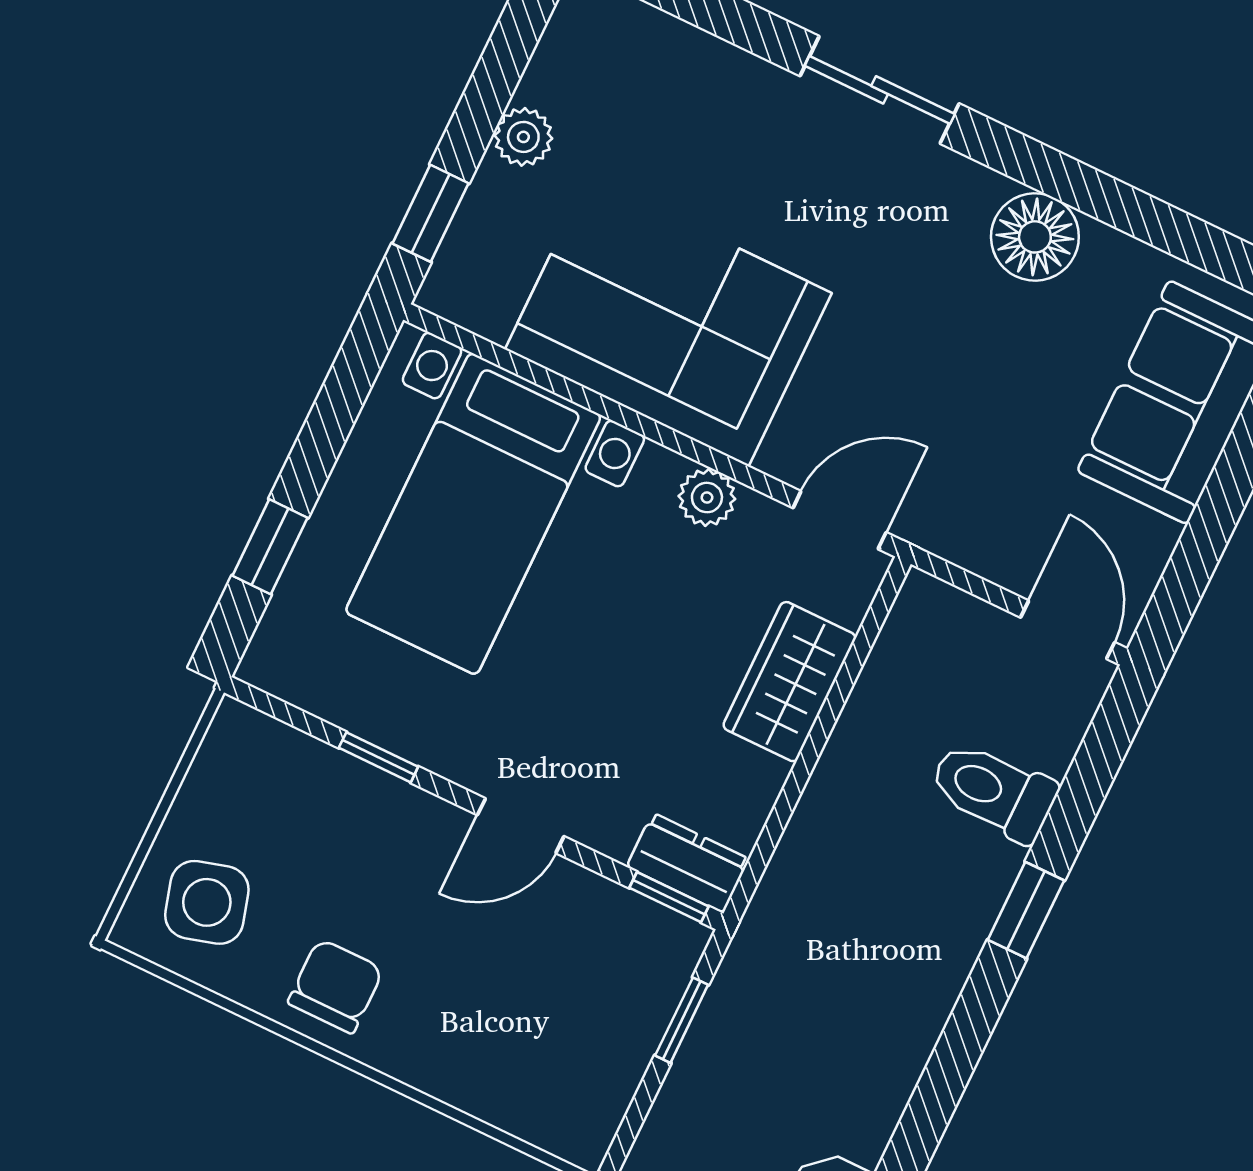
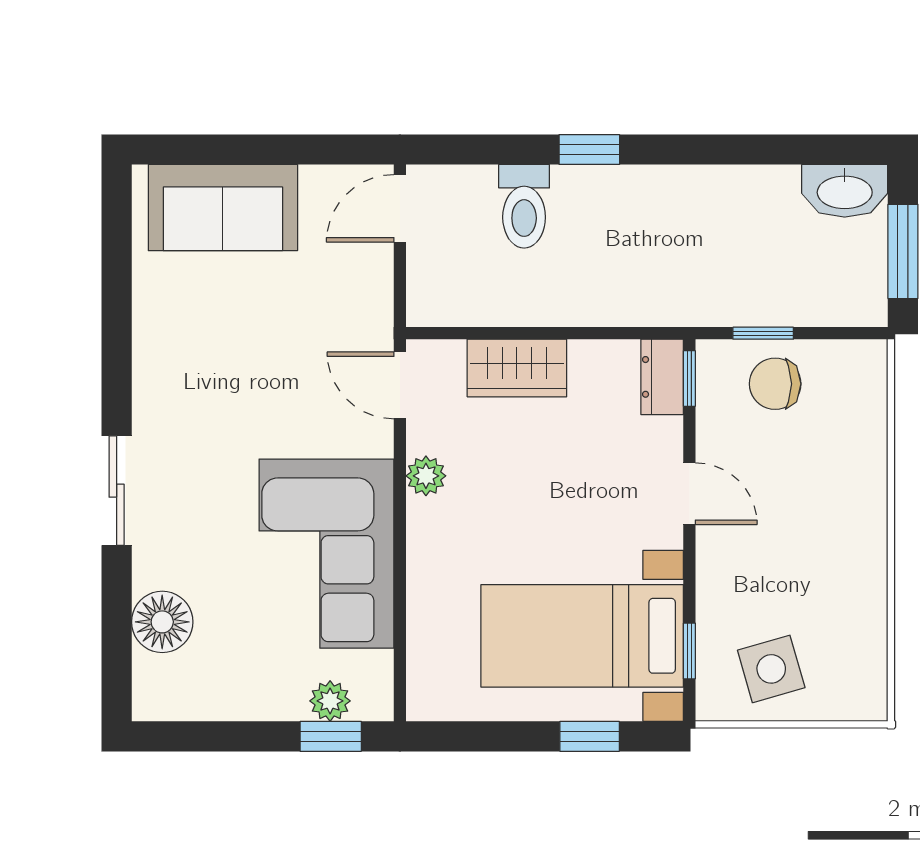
plant: (523, 137) -> (330, 701), moved
floor lamp: (1035, 237) -> (162, 622), moved
bed with nightstands: (473, 514) -> (582, 636), moved, turned 180
window: (379, 757) -> (689, 651), moved
side table: (207, 902) -> (771, 669), moved
chair: (336, 986) -> (775, 384), moved

